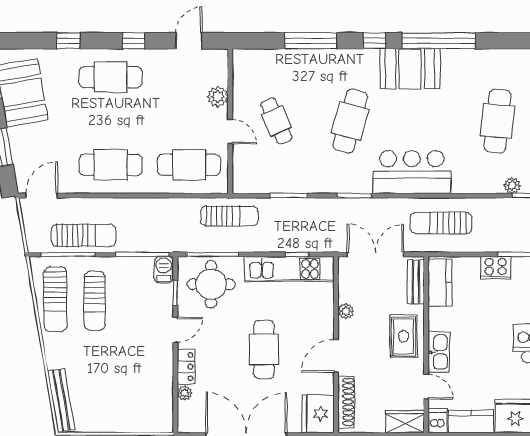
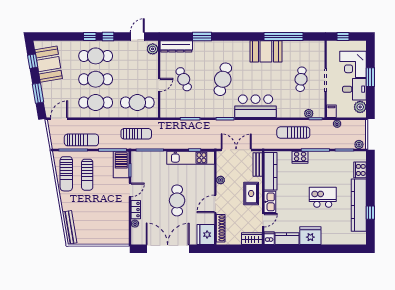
window: (68, 41) -> (90, 37), moved
window: (311, 41) -> (202, 37), width x0.69
window: (374, 41) -> (236, 37), removed
window: (439, 41) -> (284, 37), moved
dresser: (262, 59) -> (176, 46), added
booth: (410, 69) -> (266, 51), moved
plant: (218, 97) -> (153, 49), moved
cafe table: (111, 121) -> (96, 79), added
cafe table: (498, 121) -> (301, 79), width x0.73, depth x0.74
door: (230, 132) -> (159, 85), hinge flipped
sun lounger: (229, 216) -> (136, 134), moved
sun lounger: (441, 223) -> (293, 133), moved
barbecue: (164, 270) -> (121, 164), width x1.88, depth x1.53
kitchen counter: (440, 283) -> (271, 171), width x1.50
round table: (211, 284) -> (149, 166), removed
door: (426, 387) -> (263, 220), hinge flipped

